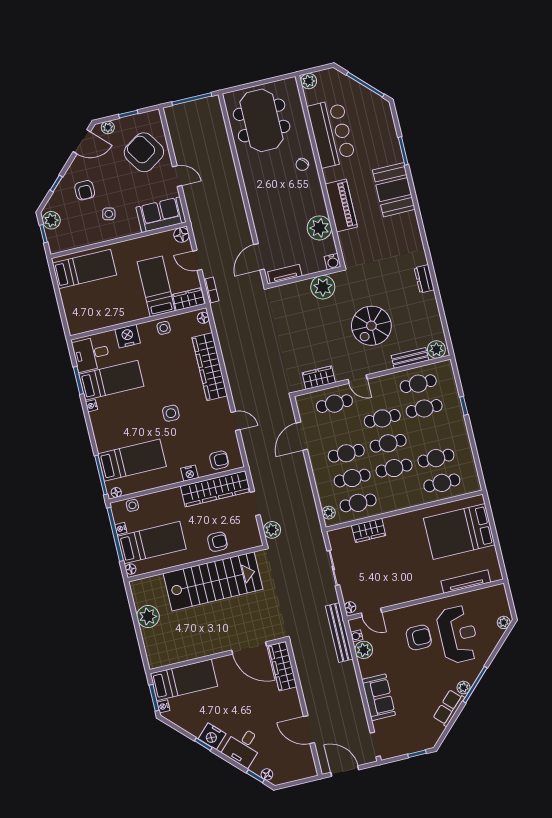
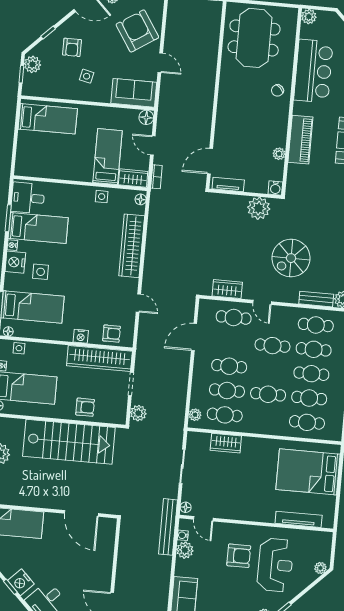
plant: (319, 228) -> (279, 154), width x0.53, depth x0.53
nightstand: (128, 336) -> (15, 262), moved, turned -90
side table: (171, 413) -> (41, 272), moved
cafe table: (388, 443) -> (311, 374), moved
wardrobe: (283, 666) -> (106, 540), removed

